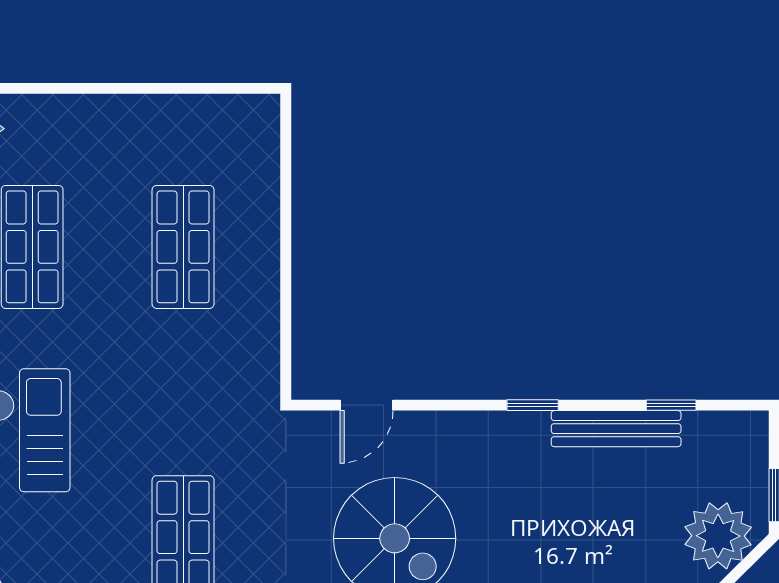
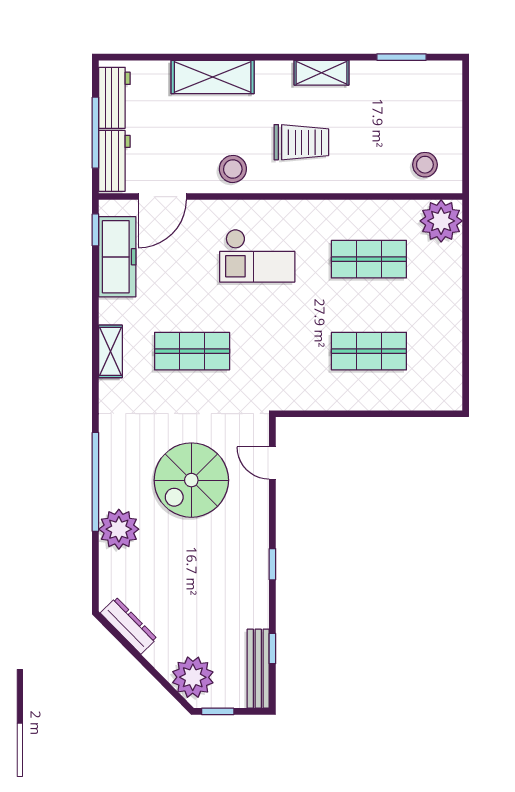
bench: (616, 429) -> (258, 669), moved

